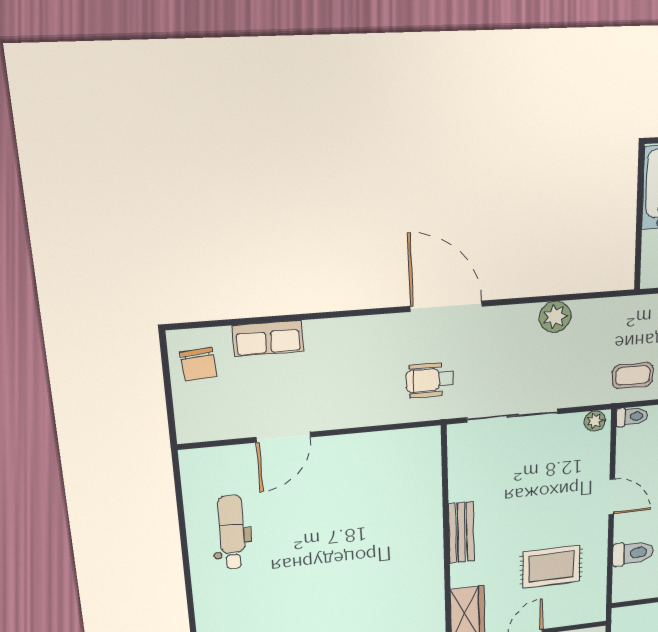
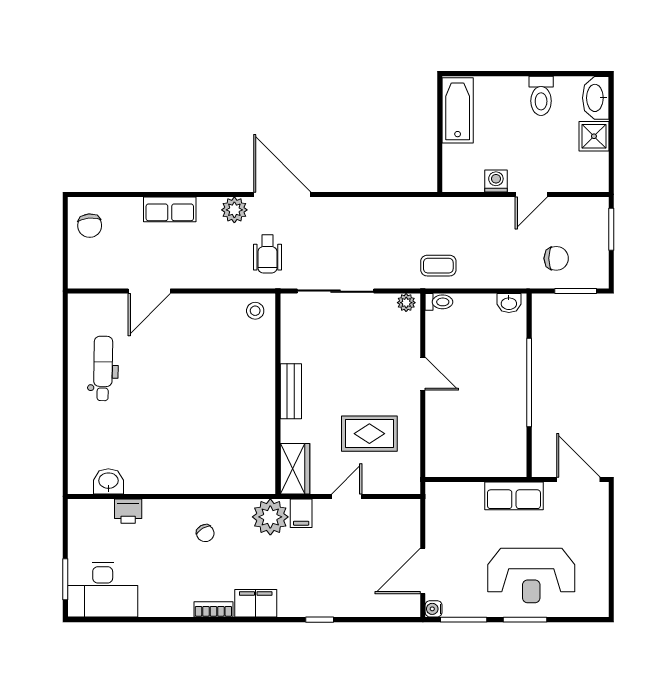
plant: (555, 317) -> (234, 210), moved
row of seats: (268, 338) -> (170, 209), moved
wheelchair: (430, 380) -> (267, 254), turned -90
stool: (417, 447) -> (255, 311), added
toilet: (633, 553) -> (444, 430), removed

